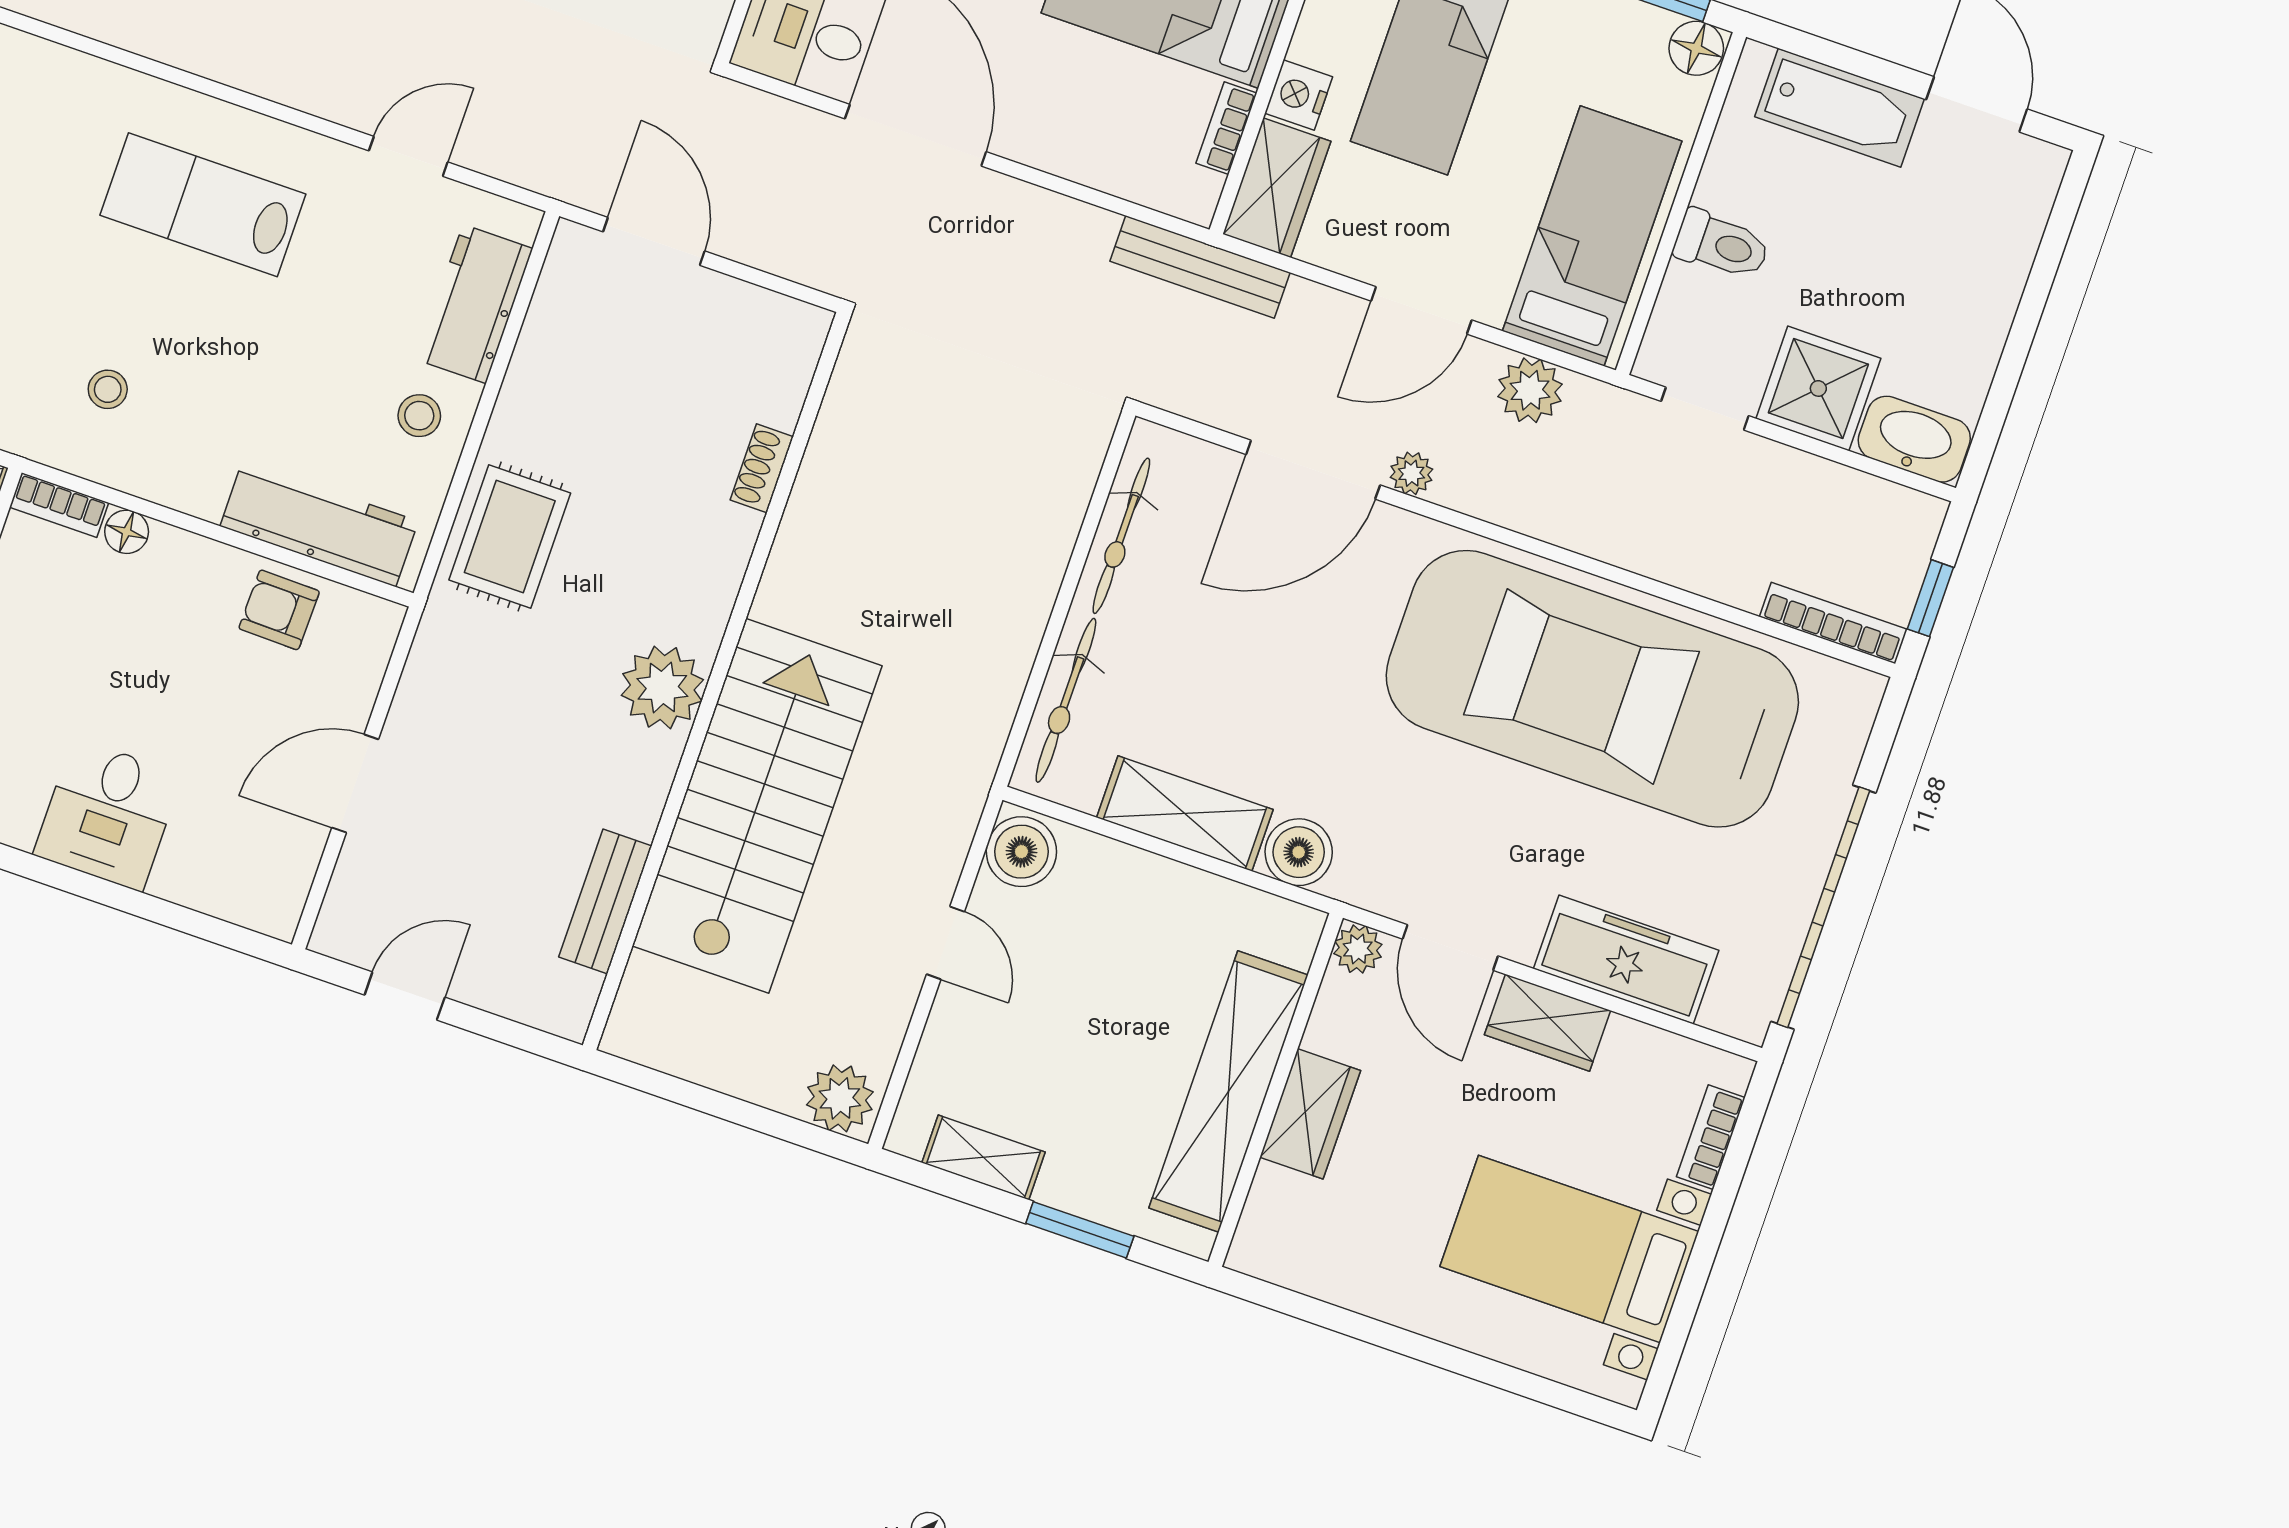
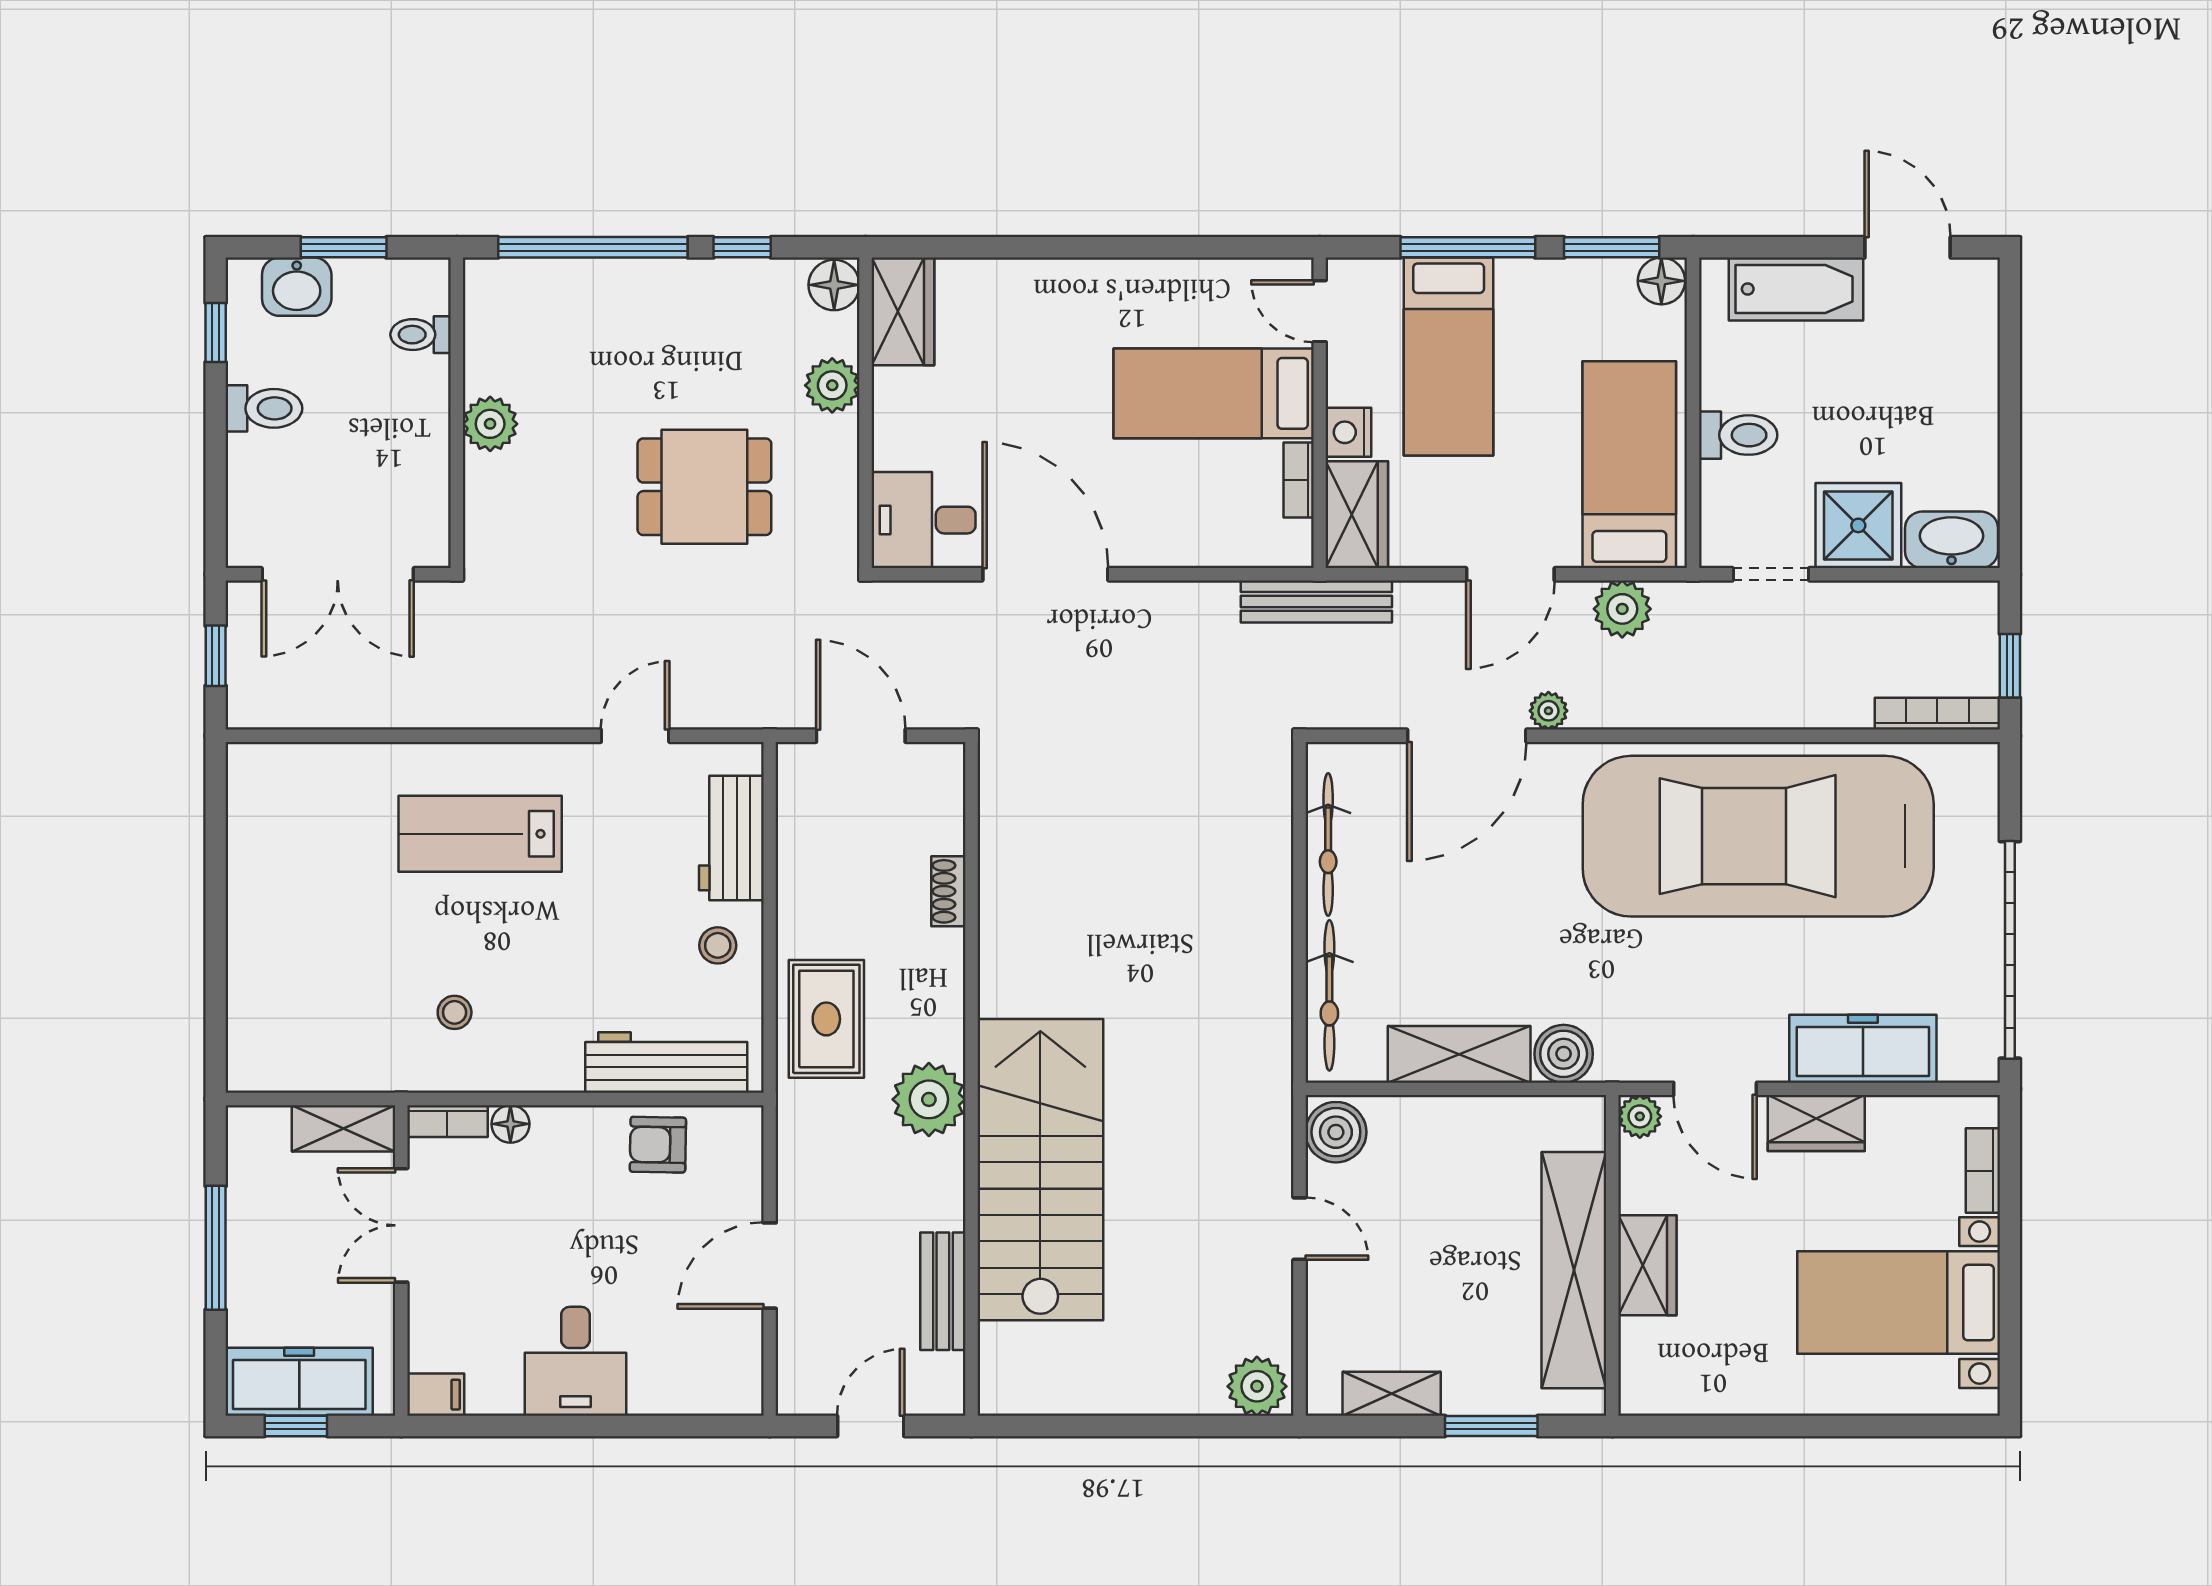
shoe rack: (762, 468) -> (948, 891), moved
wall: (716, 681) -> (971, 1079), moved
plant: (662, 687) -> (929, 1099), moved
stairs: (757, 806) -> (1040, 1170), moved
bench: (605, 901) -> (943, 1291), moved

